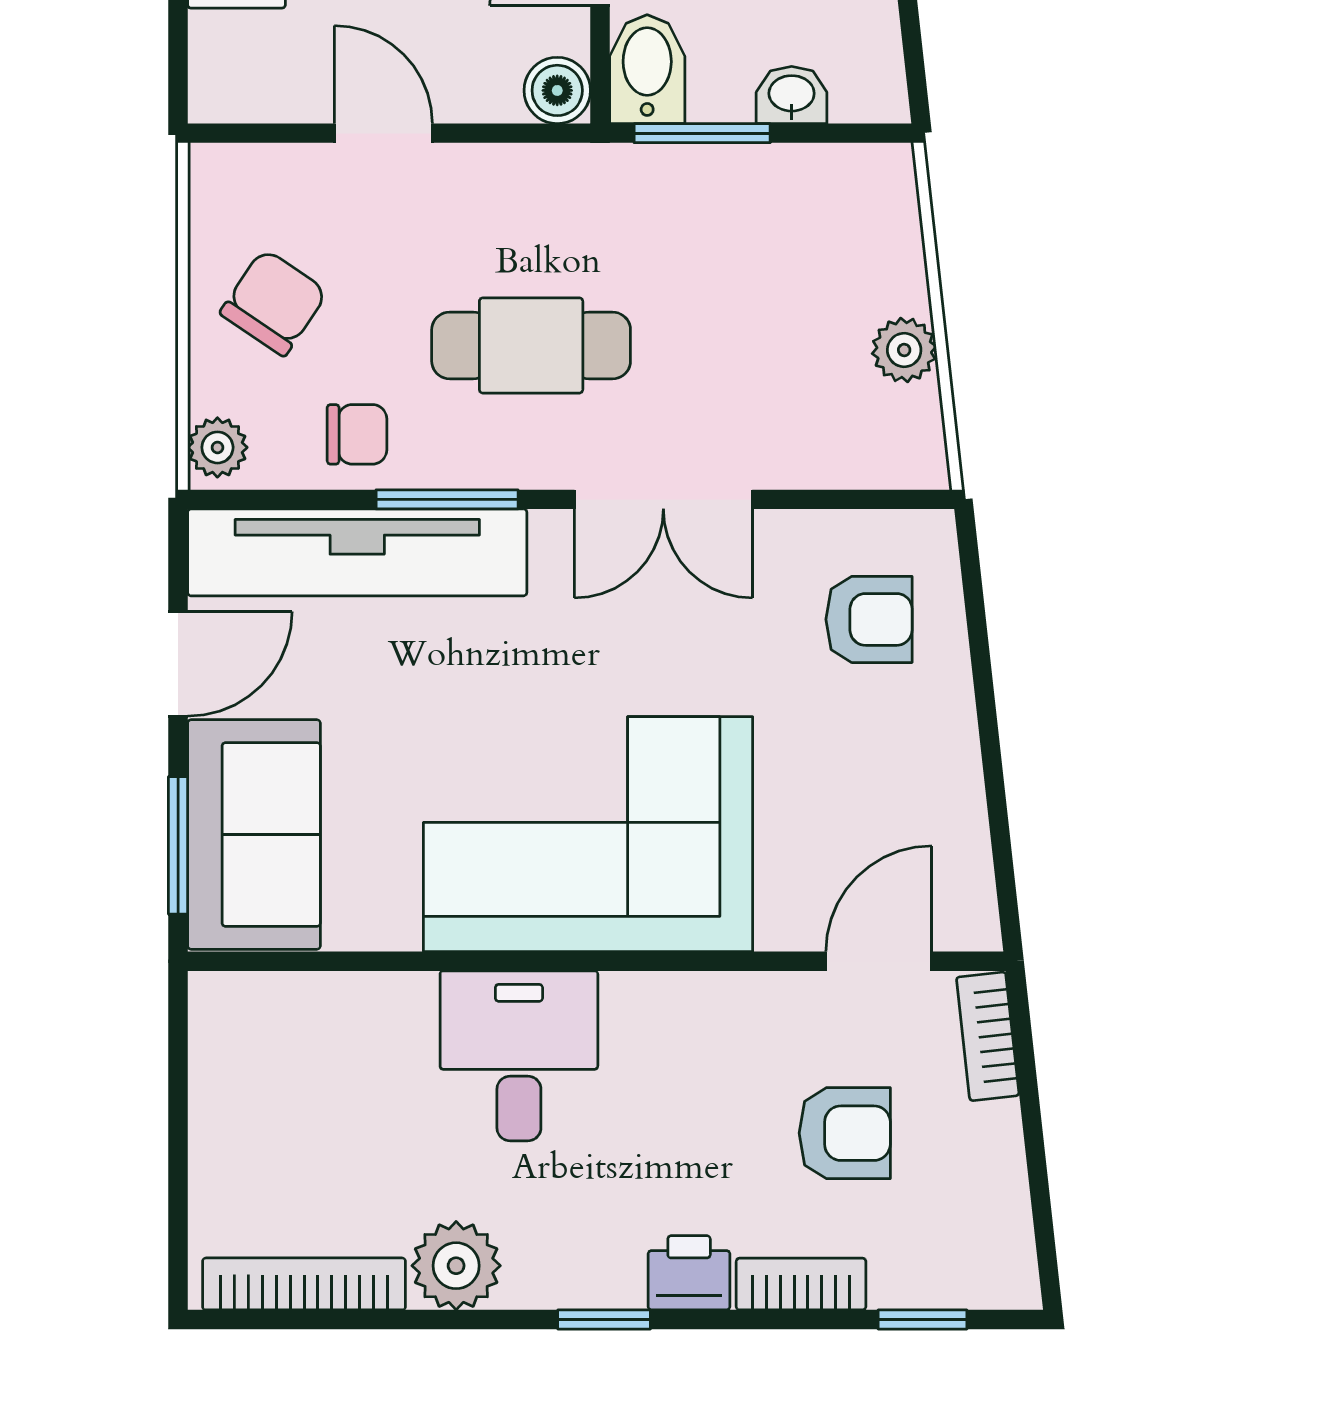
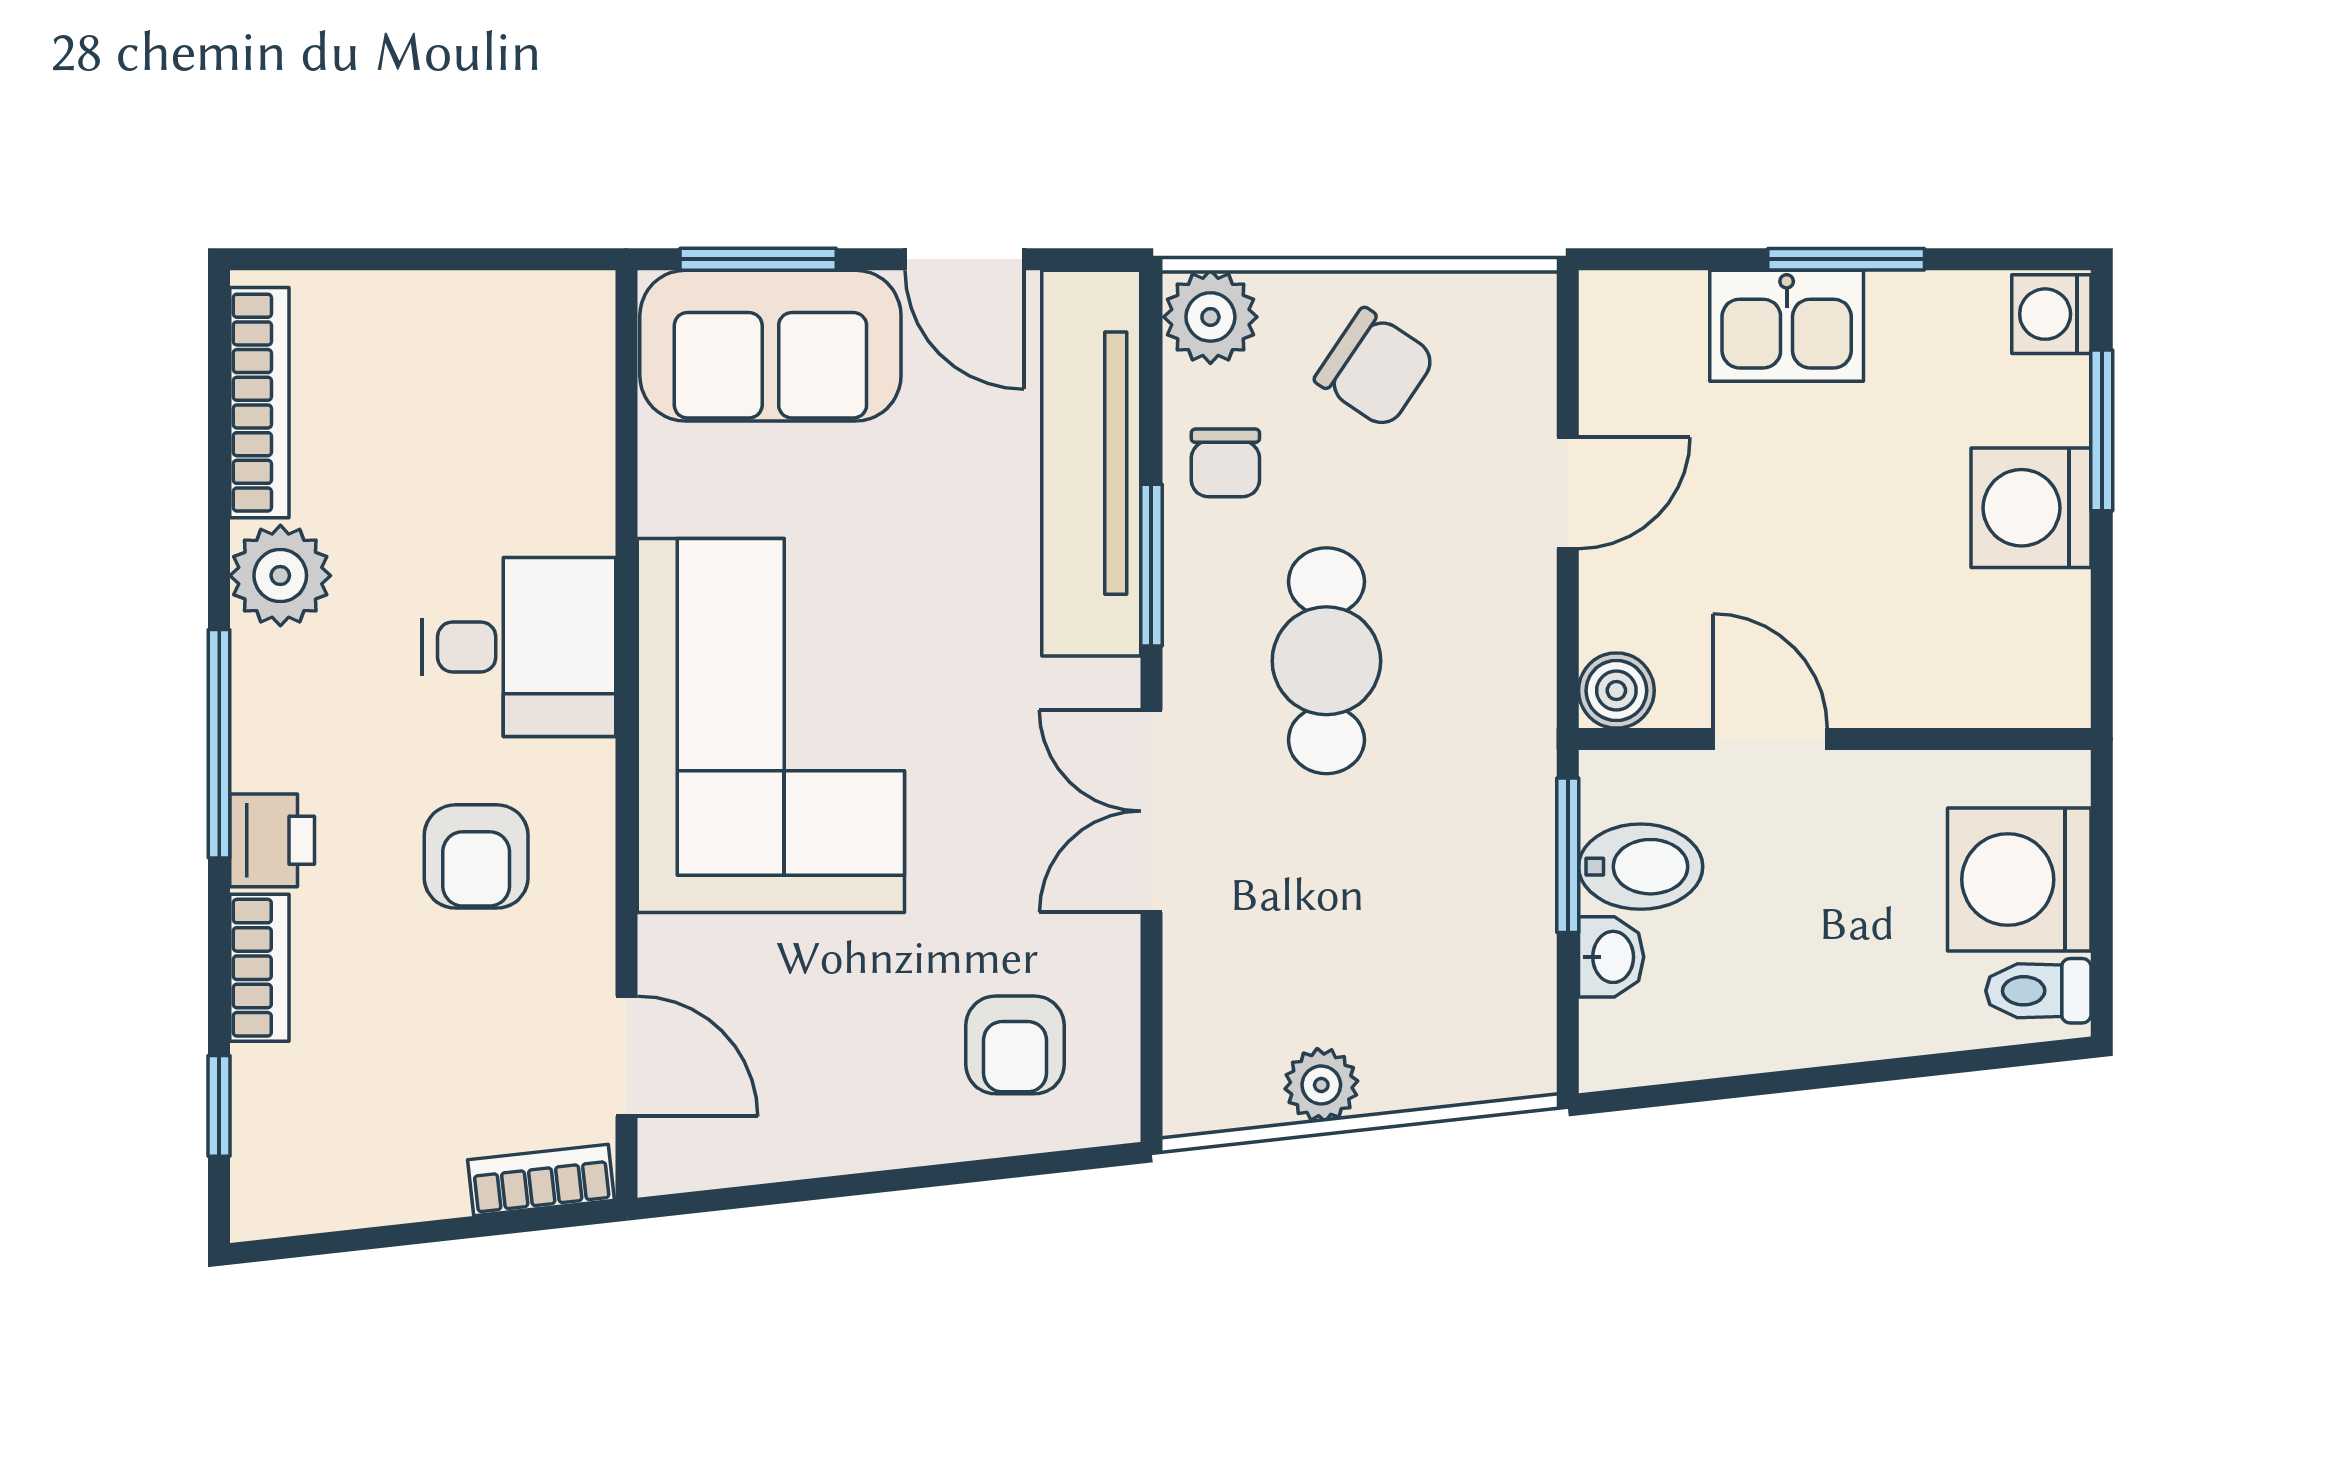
bidet: (647, 69) -> (1641, 867), moved
plant: (217, 447) -> (1210, 317), width x1.38, depth x1.38
armchair: (845, 1133) -> (476, 856), moved
window: (604, 1319) -> (219, 744), width x2.17

